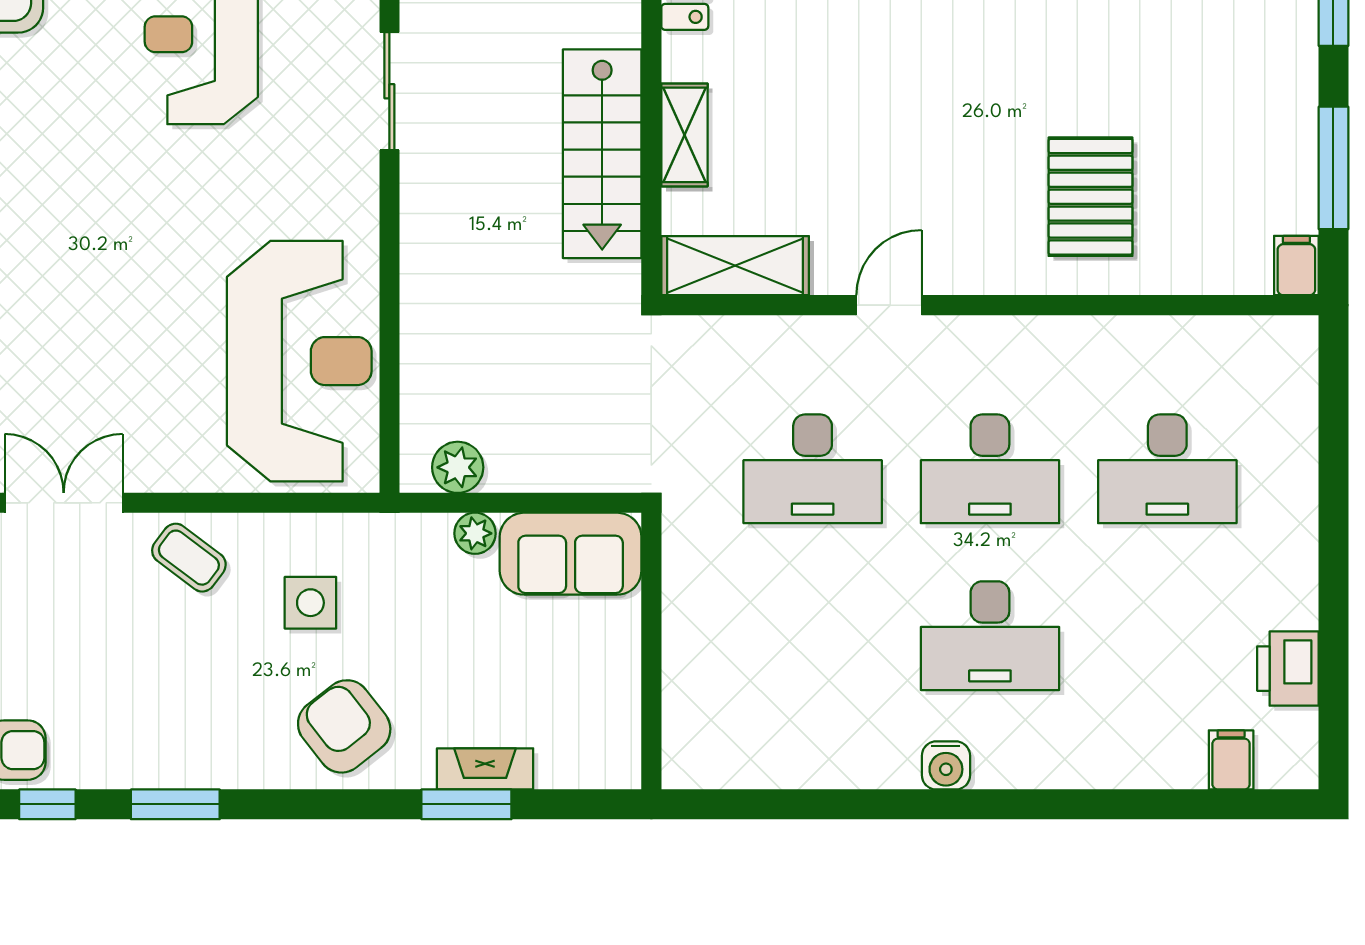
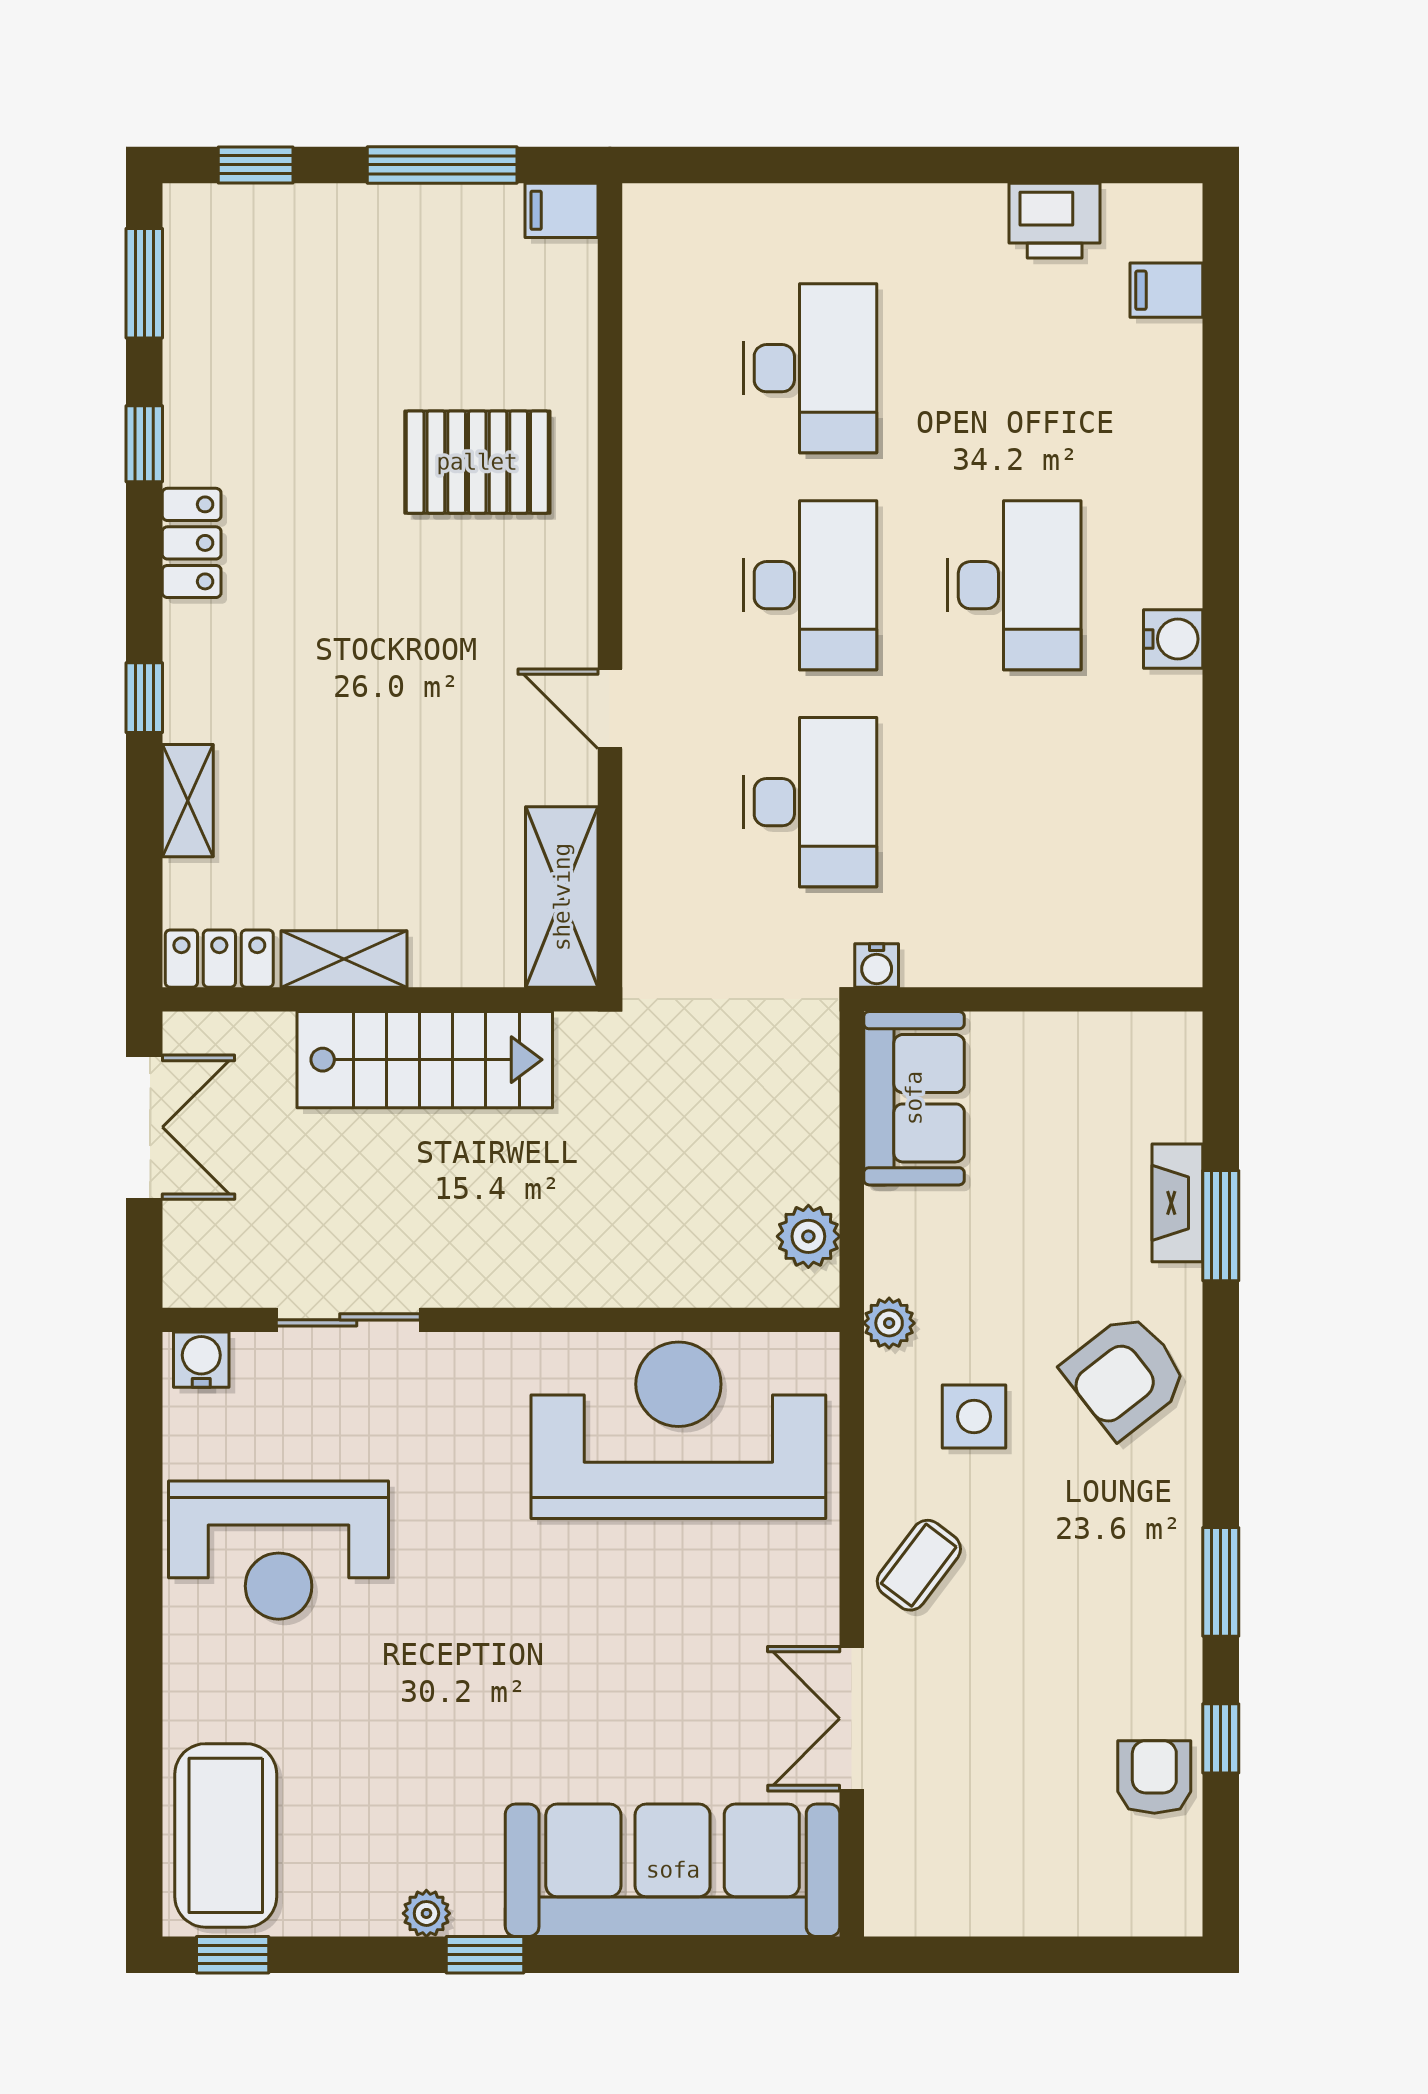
shelving: (684, 135) -> (344, 959), moved
water cooler: (679, 523) -> (877, 965), added
plant: (475, 533) -> (889, 1323), moved

